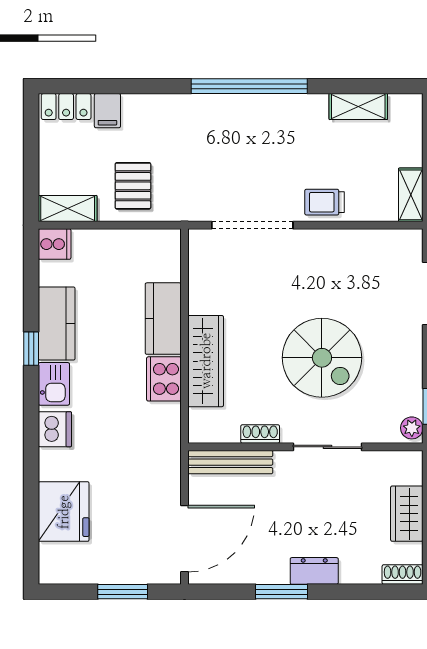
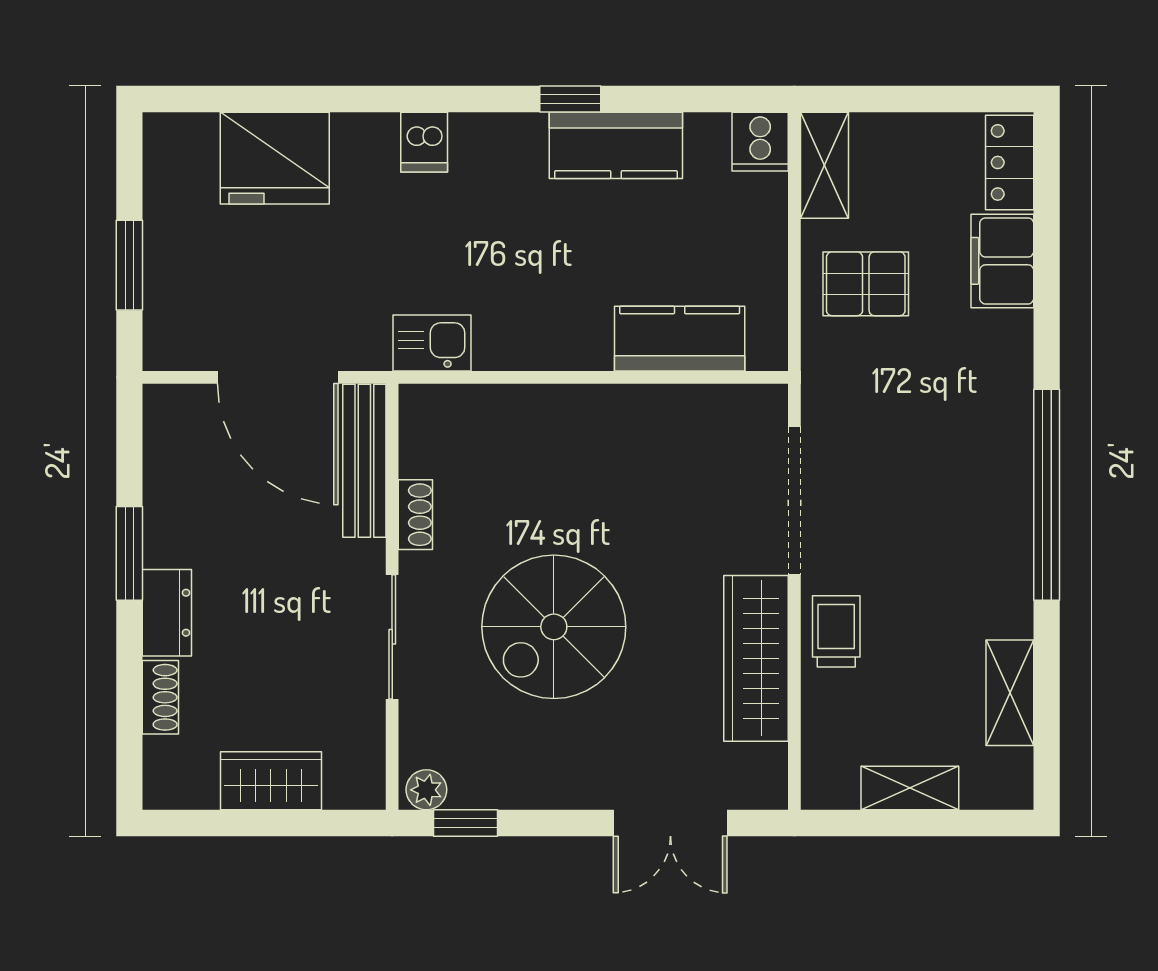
filing cabinet: (107, 111) -> (1002, 261), width x2.00
shelving: (411, 195) -> (910, 788), moved
kitchen counter: (163, 319) -> (680, 339), moved
wardrobe: (206, 361) -> (756, 658), moved, turned 90
cooker: (164, 379) -> (515, 340), removed
kitchen sink: (54, 384) -> (432, 343), moved, turned 180
dishwasher: (55, 429) -> (424, 142), width x0.73
door: (185, 539) -> (278, 377), moved
shoe rack: (403, 575) -> (160, 697), moved

